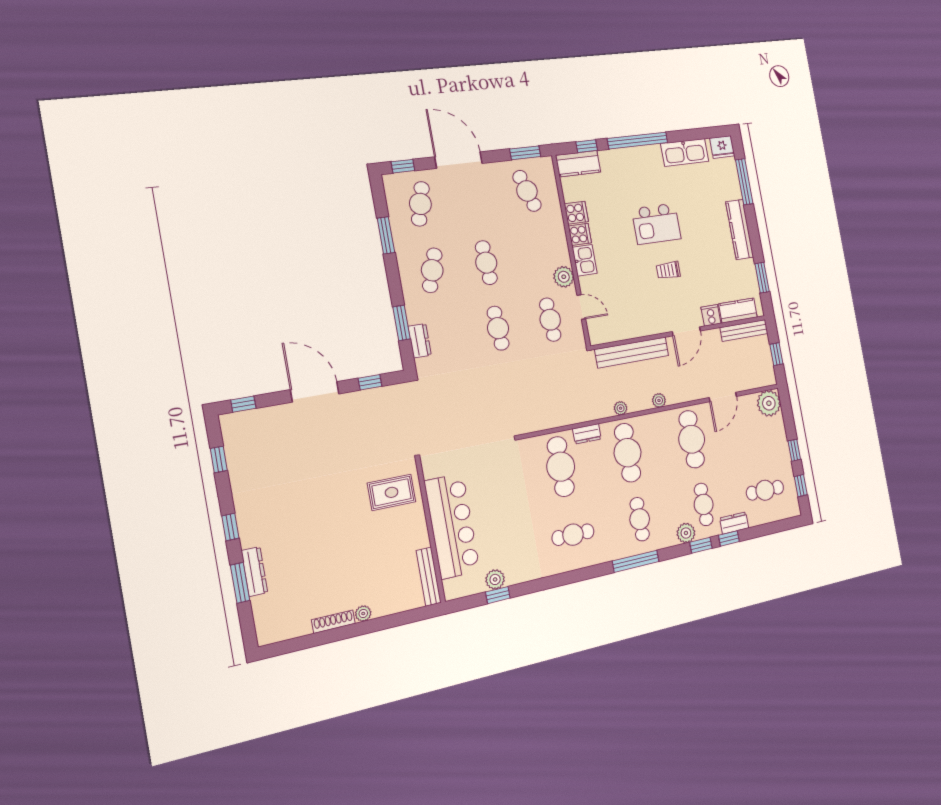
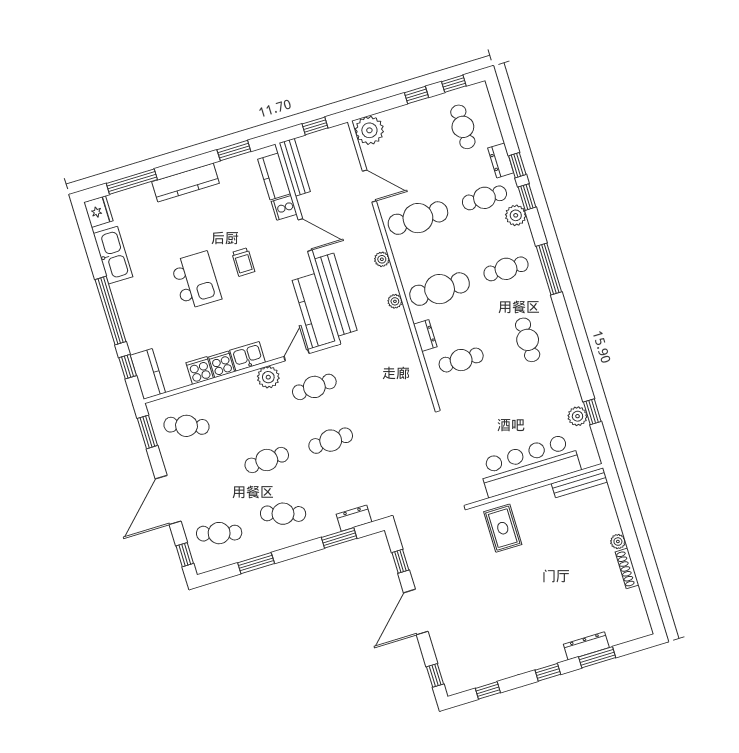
cafe table: (527, 191) -> (187, 426), turned 39
kitchen counter: (619, 330) -> (314, 311), added
cafe table: (561, 467) -> (461, 360), width x0.73, depth x0.74

